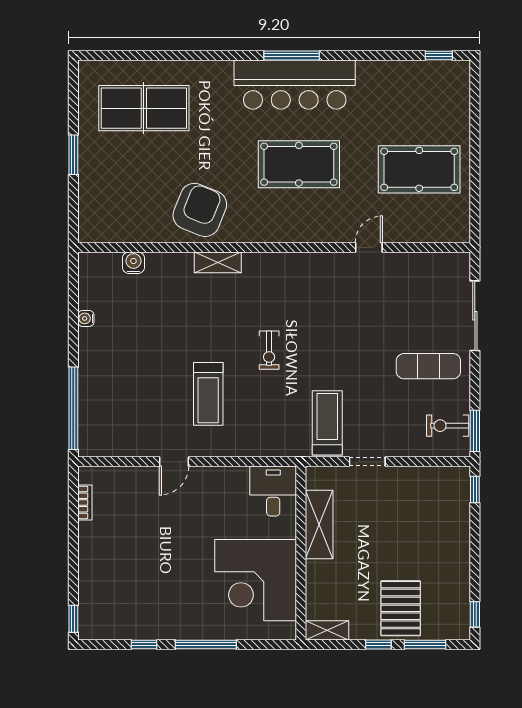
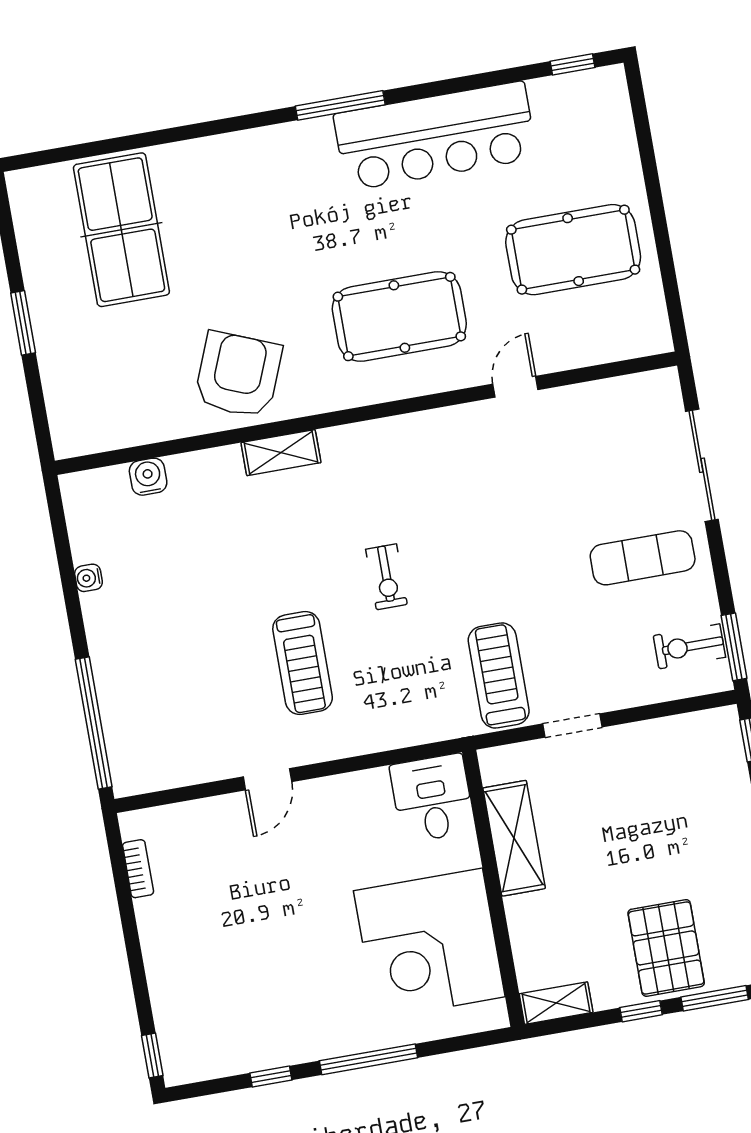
bar counter: (295, 85) -> (435, 136), moved
table tennis table: (144, 108) -> (121, 230), turned 90
pool table: (299, 164) -> (399, 317), moved

